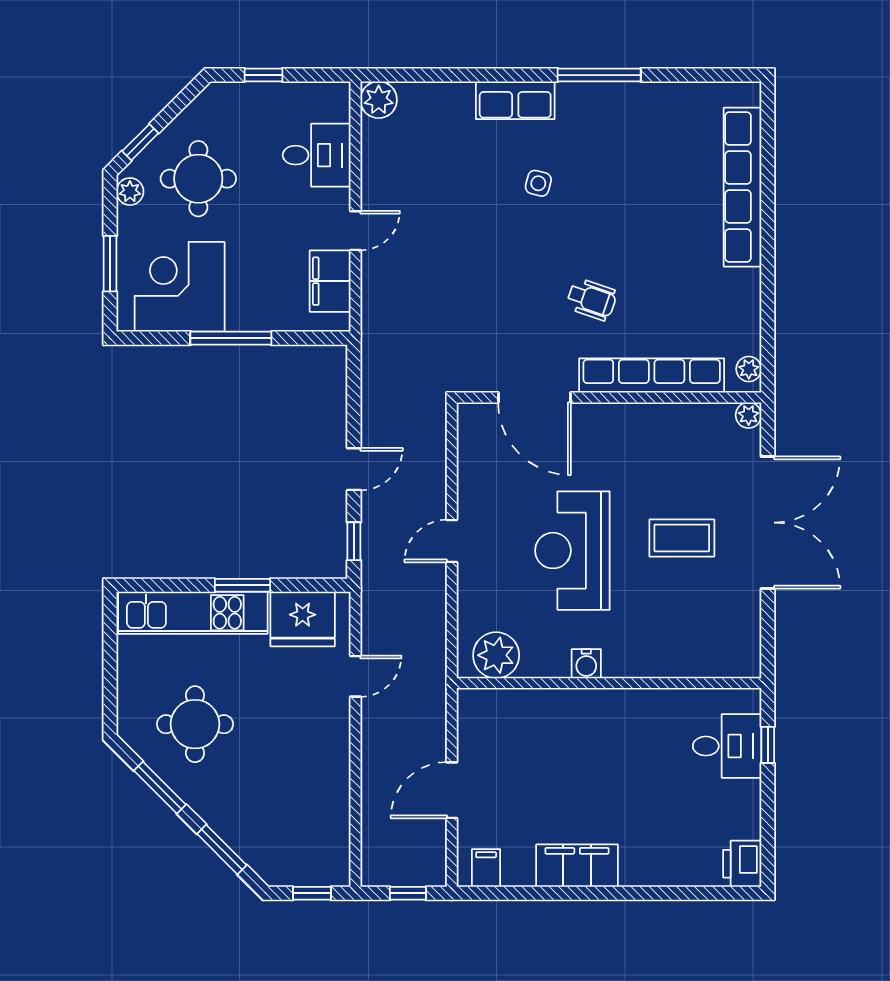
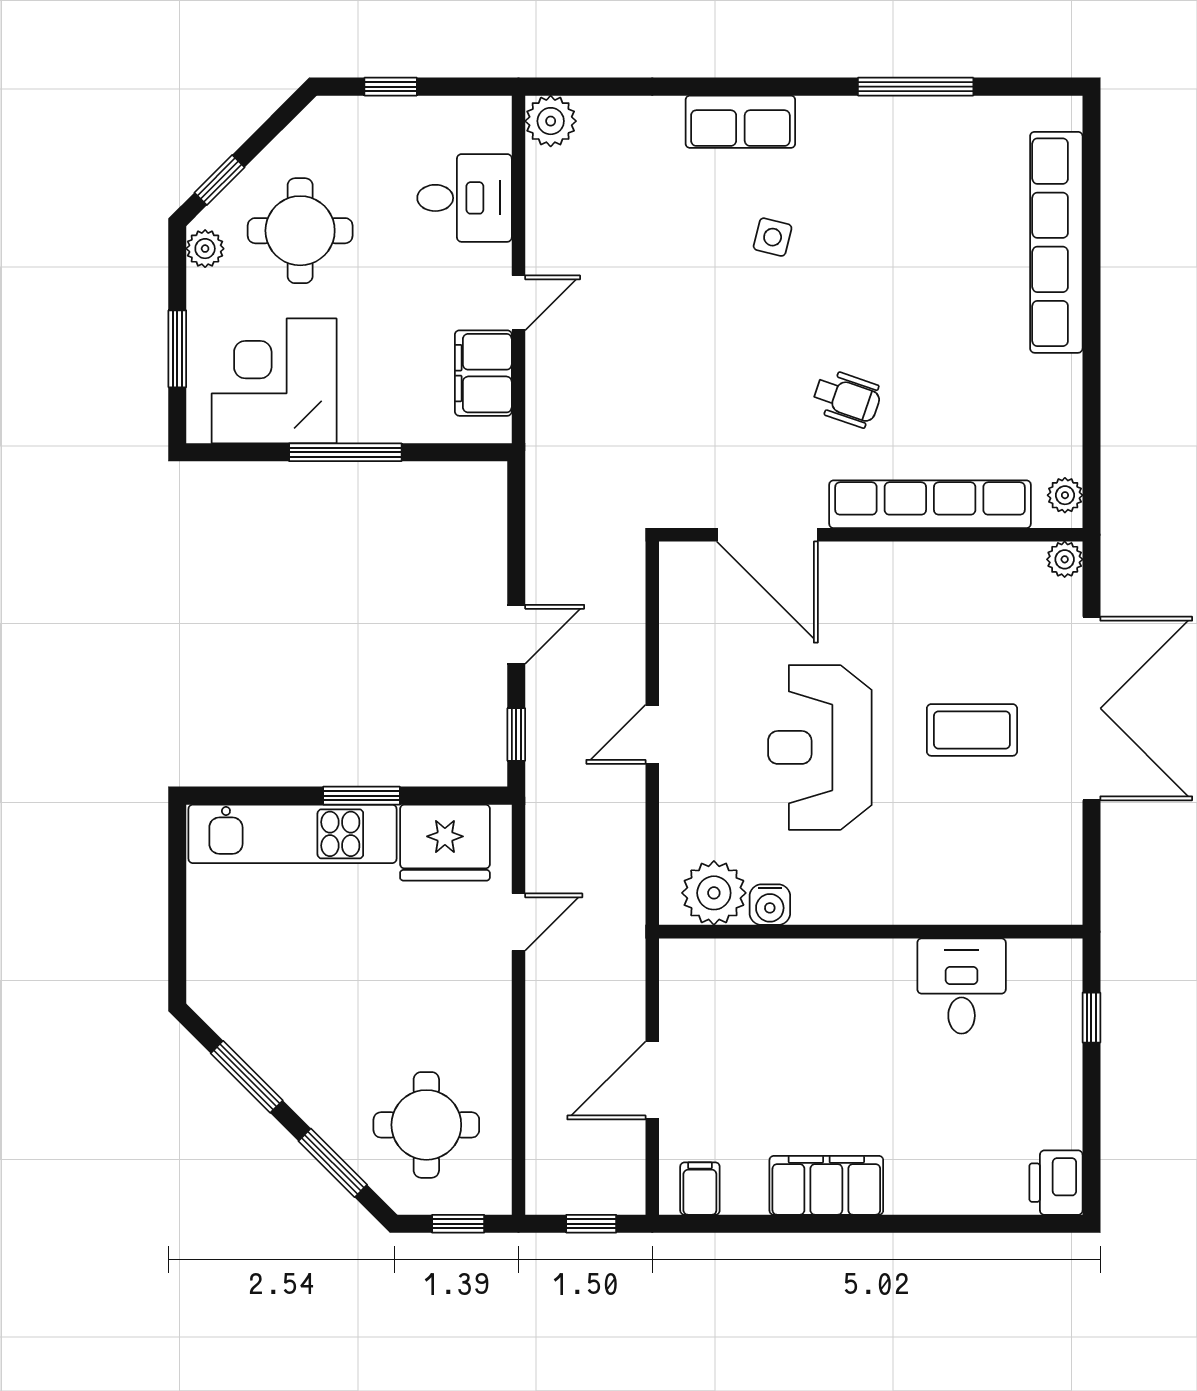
window: (599, 75) -> (916, 87), moved
water cooler: (586, 664) -> (770, 905), moved
round table: (195, 724) -> (426, 1125), moved
desk: (727, 746) -> (962, 986), moved, turned -90

